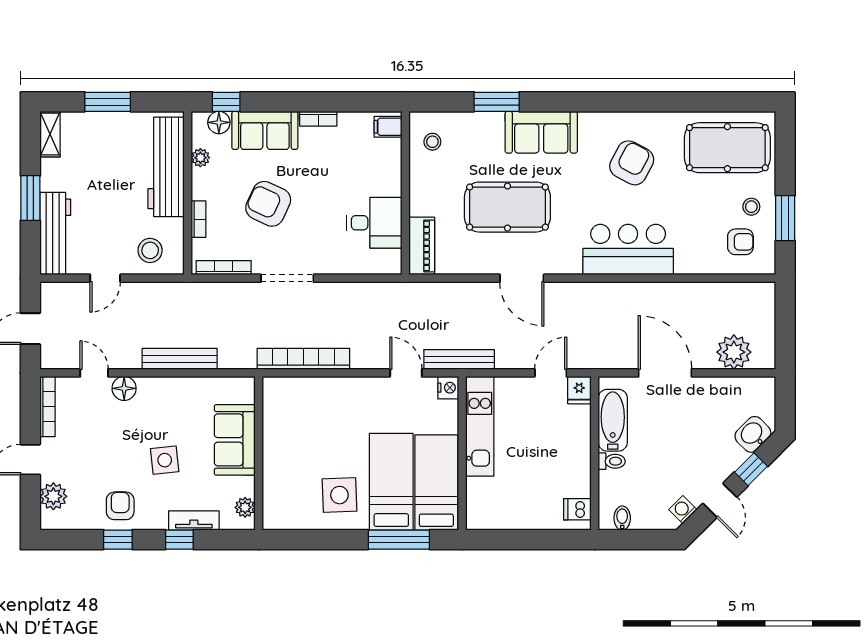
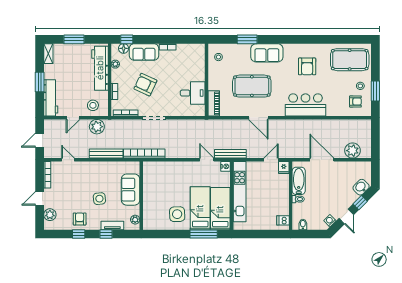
filing cabinet: (388, 127) -> (199, 50), removed
armchair: (632, 163) -> (307, 66), turned 152
plant: (159, 298) -> (97, 127), added
bookcase: (303, 359) -> (144, 154), moved
floor lamp: (124, 388) -> (81, 167), removed
kitchen unit: (480, 426) -> (240, 192), width x1.36

